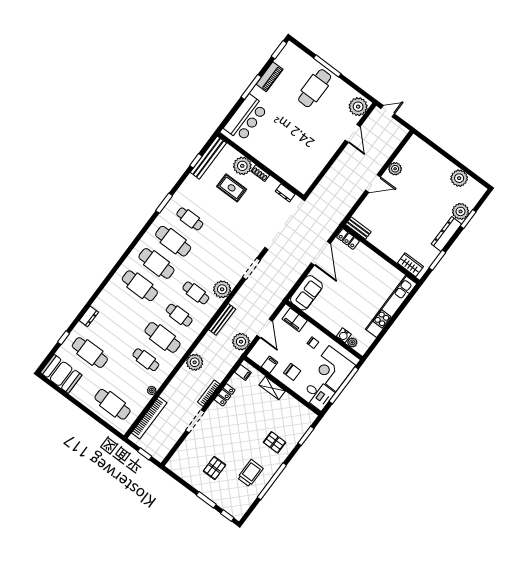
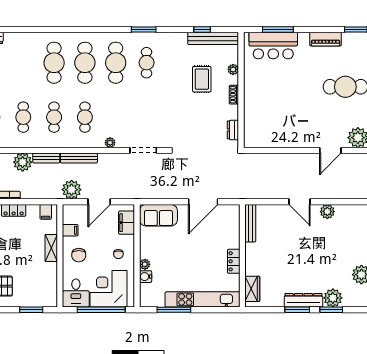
window: (251, 87) -> (278, 30), moved
plant: (242, 166) -> (233, 69), width x0.53, depth x0.53
bench: (358, 228) -> (250, 223), width x1.36
locker: (348, 239) -> (234, 261), moved
window: (437, 260) -> (297, 310), moved
plant: (222, 289) -> (110, 143), width x0.53, depth x0.53
window: (383, 333) -> (174, 310), added
cafe table: (163, 337) -> (23, 117), width x0.73, depth x0.74
plant: (352, 342) -> (145, 264), moved
bench: (204, 343) -> (46, 158), added

